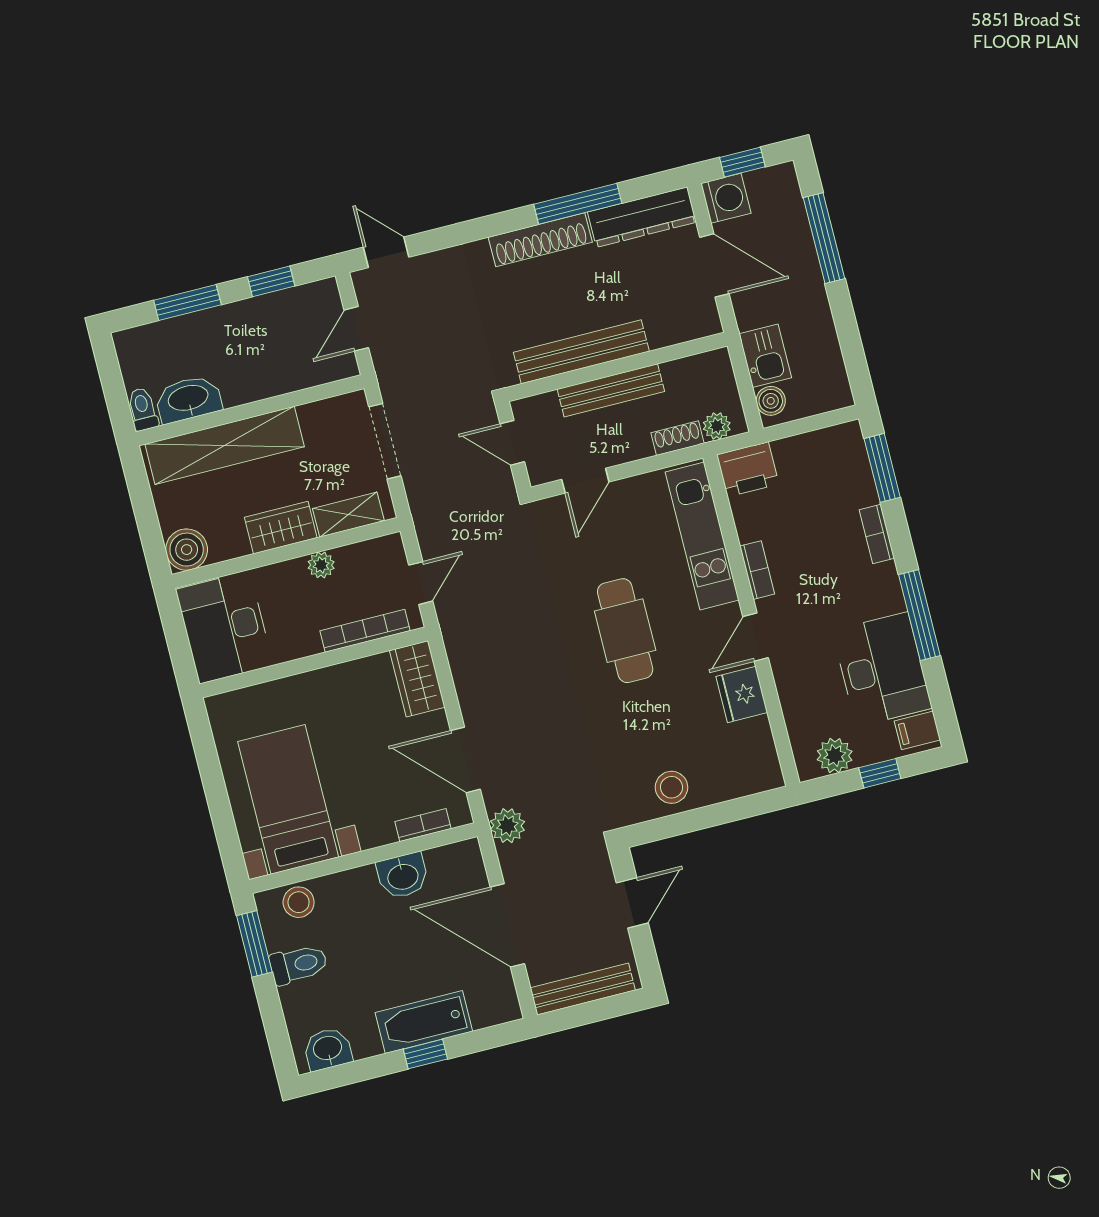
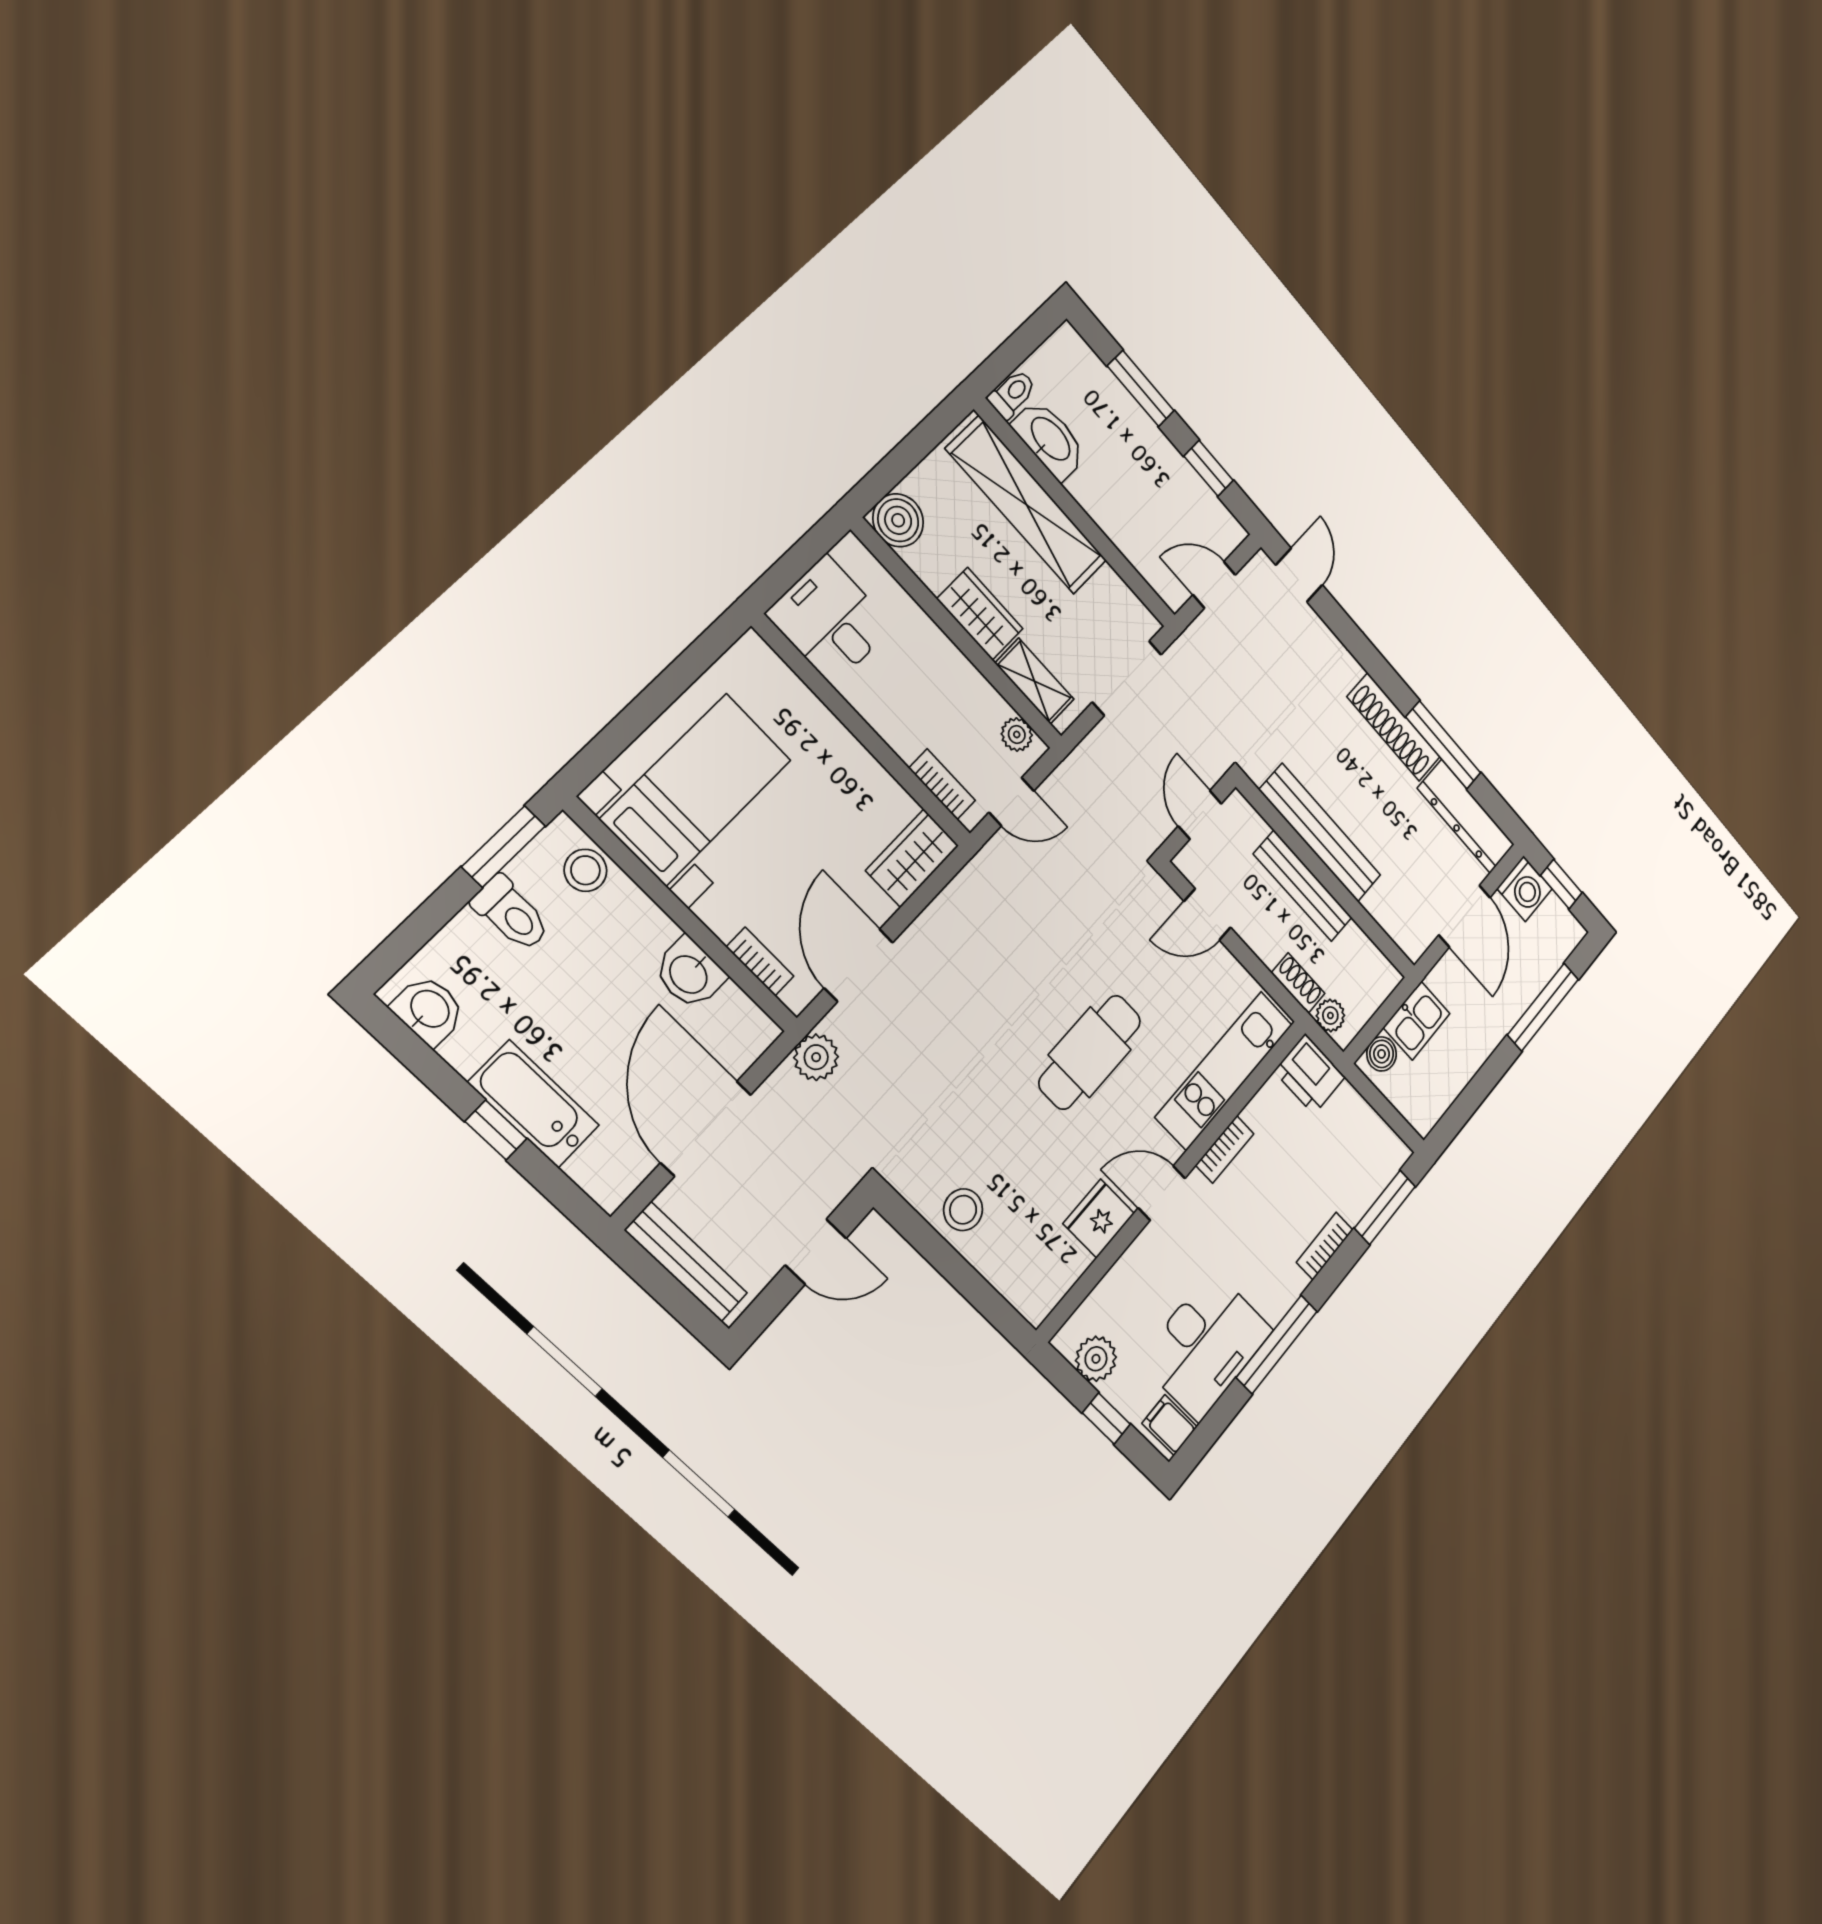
plant: (321, 565) -> (1017, 734), moved
desk: (225, 627) -> (830, 620), width x0.73
bookcase: (365, 631) -> (942, 784), width x0.64

